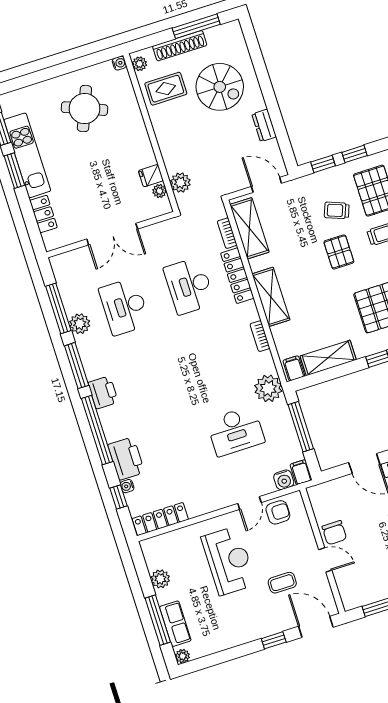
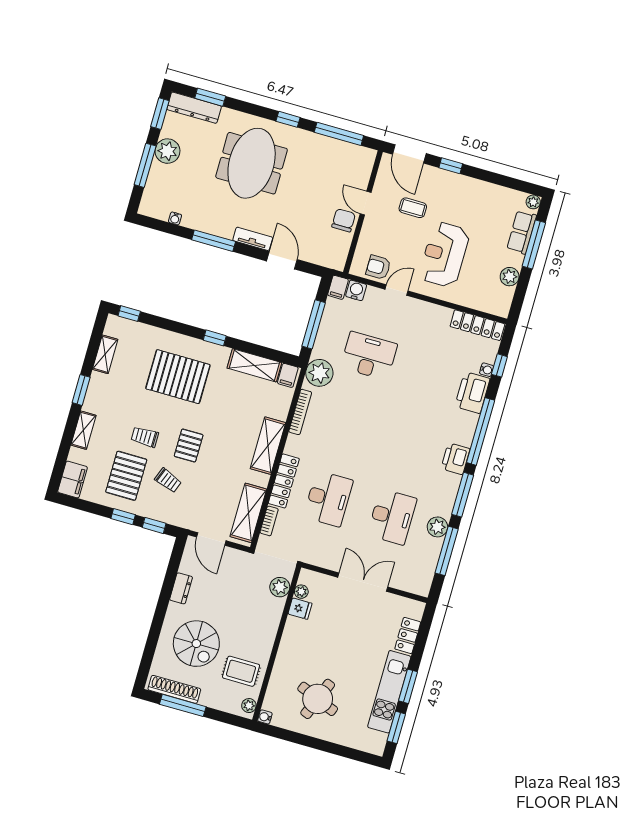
shoe rack: (180, 46) -> (174, 689), moved
spiral stairs: (220, 87) -> (196, 644), turned 180
bookcase: (260, 336) -> (300, 412), width x1.56

